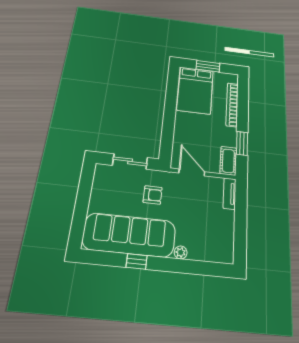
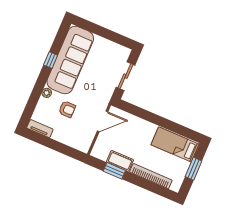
bed: (195, 90) -> (175, 144), width x0.67
cot: (228, 161) -> (120, 161), moved
tv unit: (229, 194) -> (40, 129), moved
armchair: (153, 195) -> (67, 109), moved, turned -90

